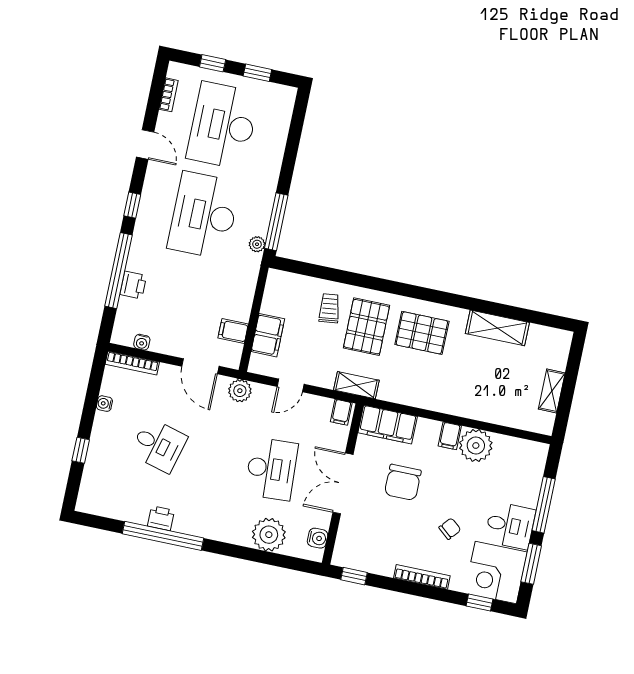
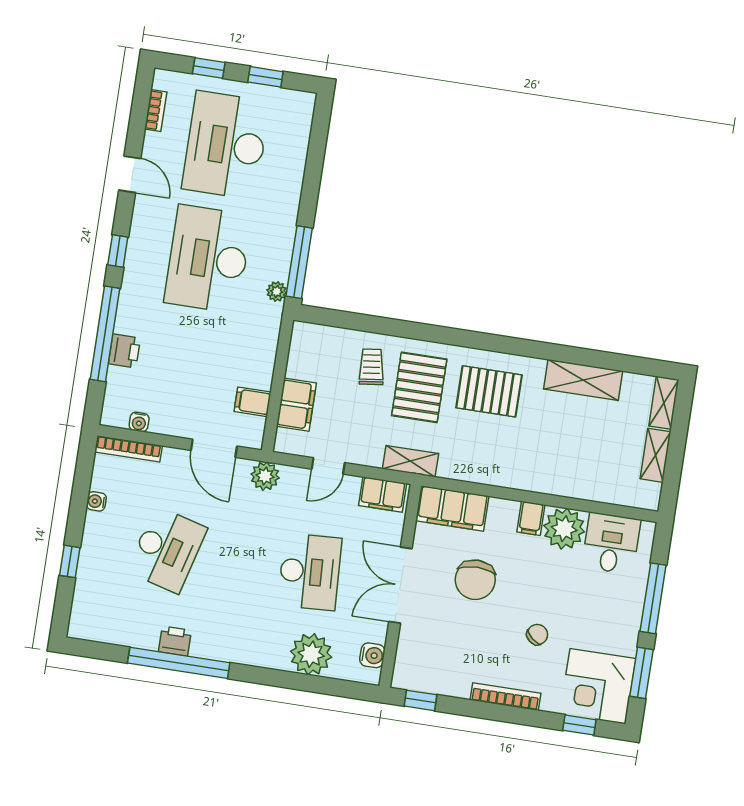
shelving: (561, 350) -> (664, 403), added
filing cabinet: (341, 412) -> (383, 494), width x2.00
desk: (159, 445) -> (167, 550), width x1.37
desk: (510, 525) -> (611, 543), moved, turned -90

